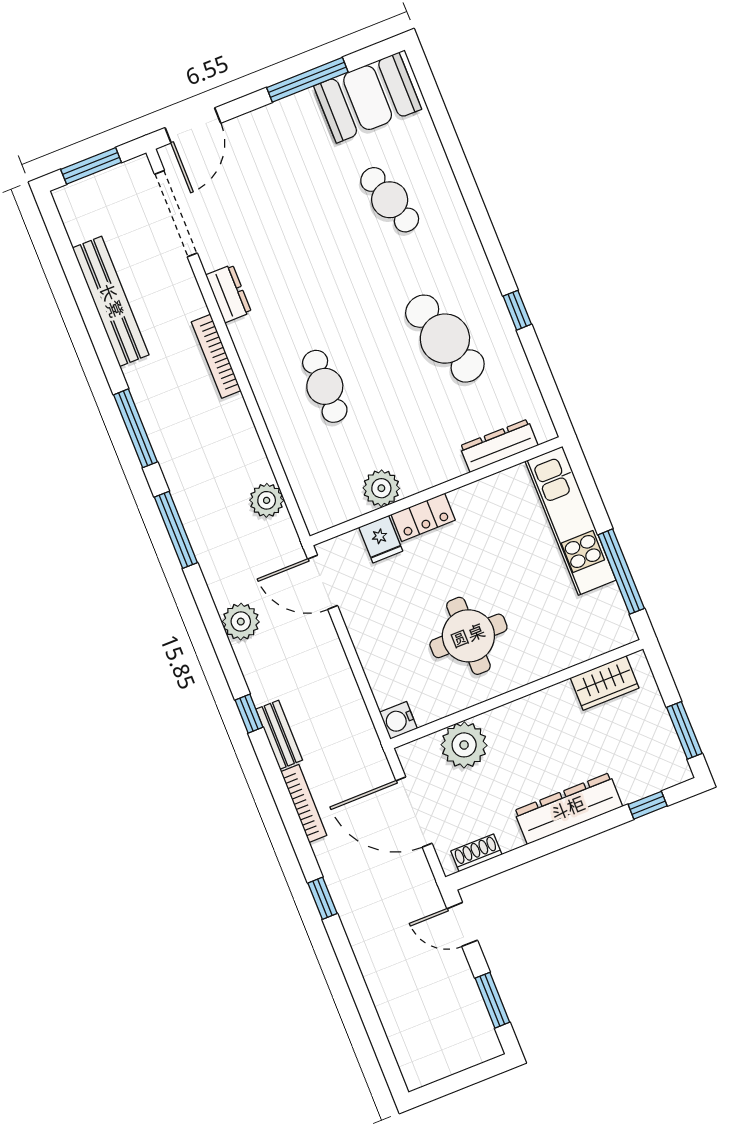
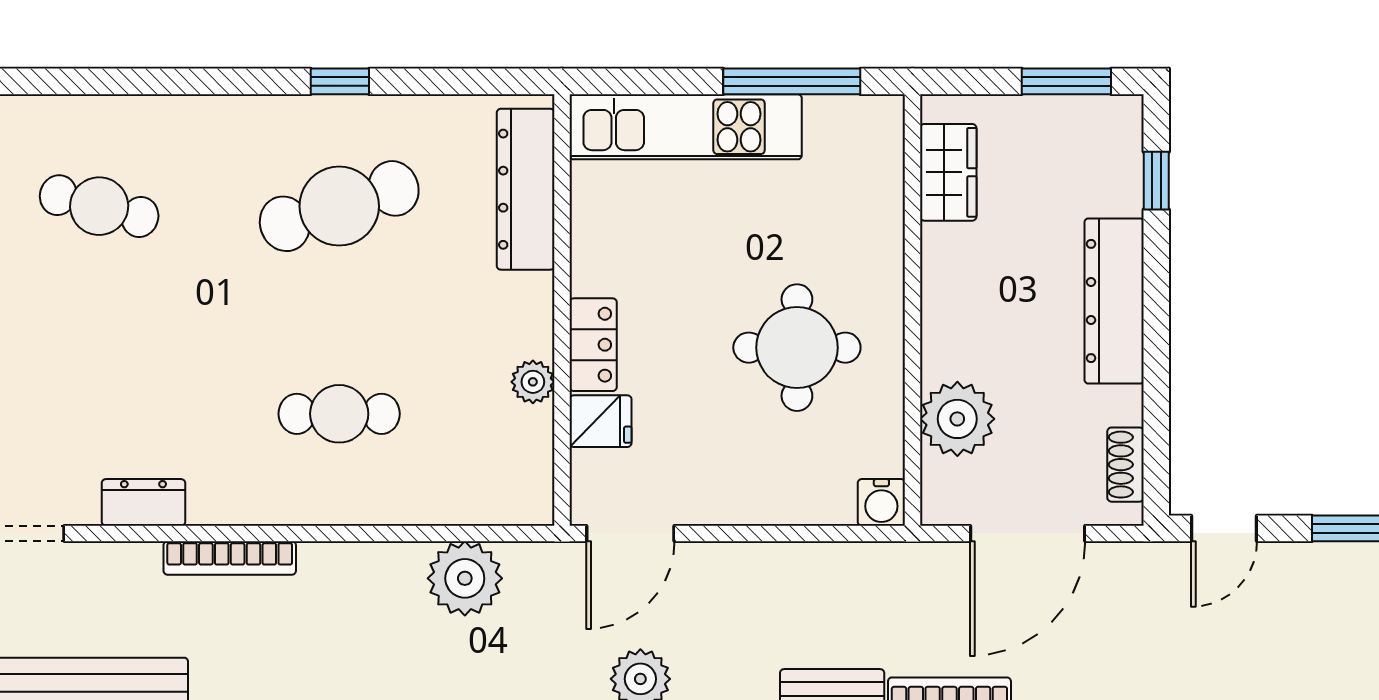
cafe table: (390, 200) -> (99, 206), turned 33
dresser: (499, 446) -> (526, 189), width x1.37, depth x1.24
plant: (381, 488) -> (533, 382), width x0.73, depth x0.73
plant: (267, 500) -> (465, 578), width x1.36, depth x1.36

